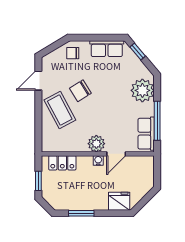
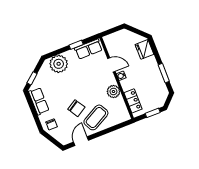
door: (38, 81) -> (81, 141), swing flipped
window: (157, 121) -> (76, 45), width x0.46
plant: (96, 144) -> (113, 92), moved

